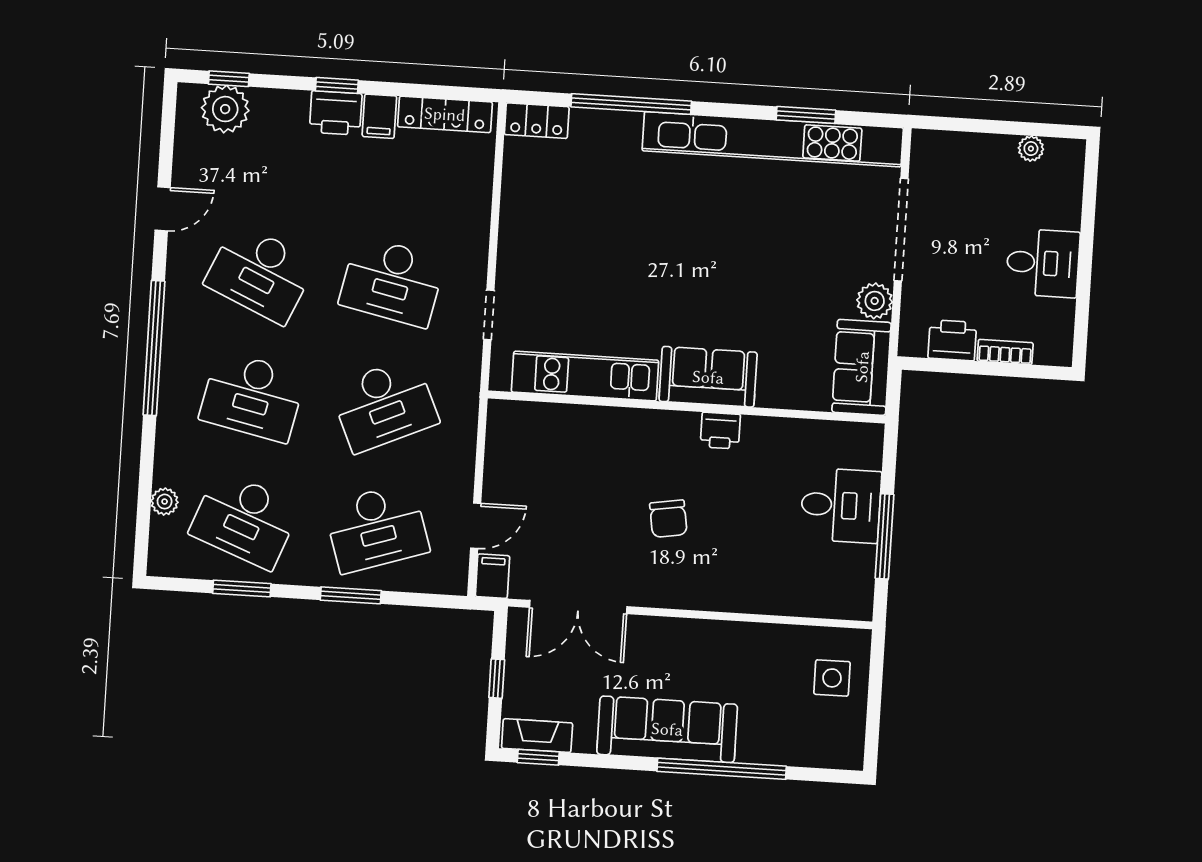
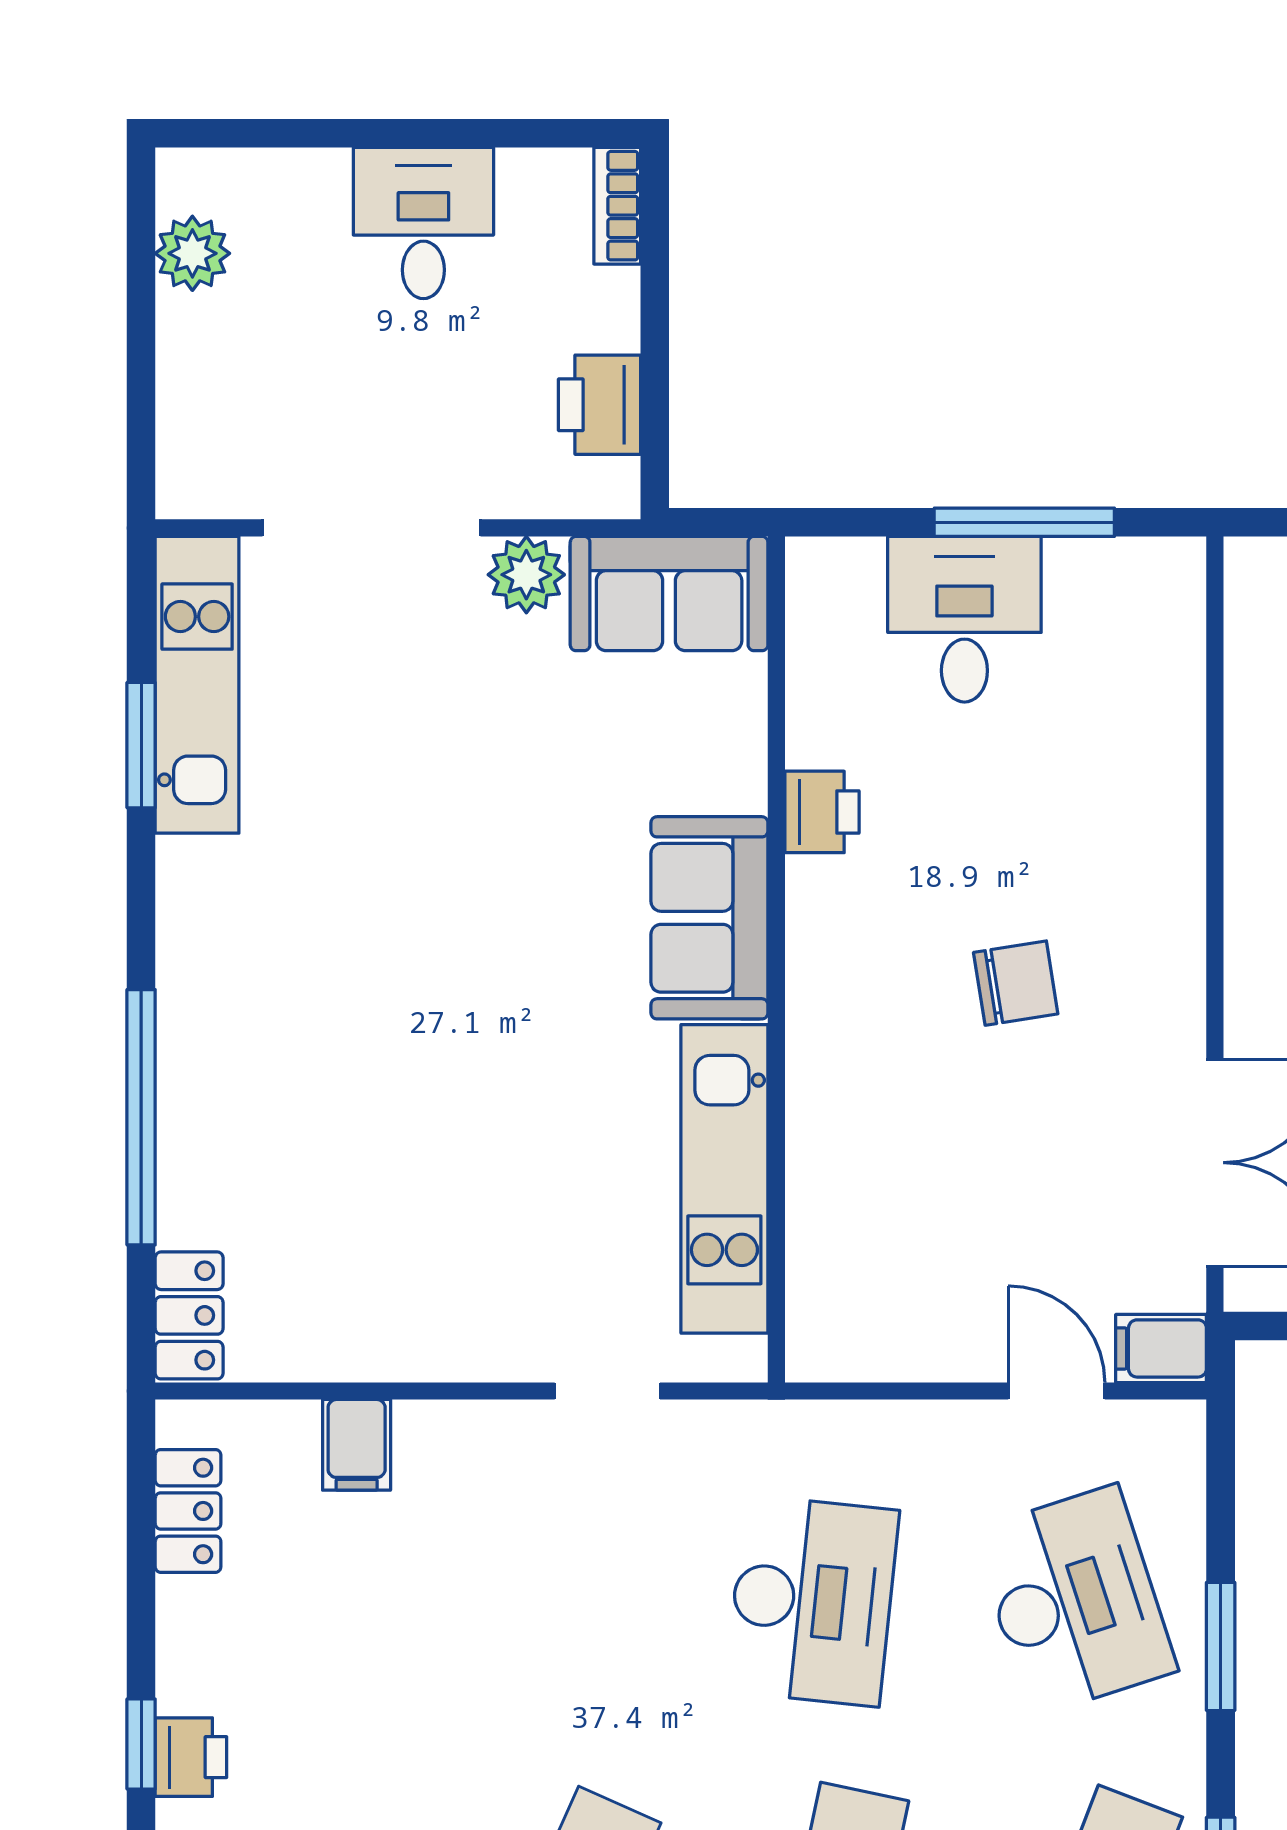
printer: (336, 113) -> (191, 1757), width x0.73, depth x0.81
locker: (445, 114) -> (188, 1511), width x0.66
filing cabinet: (379, 116) -> (357, 1445), moved, turned 90
kitchen unit: (773, 139) -> (197, 685), width x0.54
plant: (1031, 149) -> (192, 253), width x1.38, depth x1.38
desk: (392, 282) -> (550, 1601), removed
bookcase: (1005, 352) -> (617, 206), moved
desk: (384, 405) -> (812, 1601), turned 30
printer: (720, 431) -> (822, 812), moved

